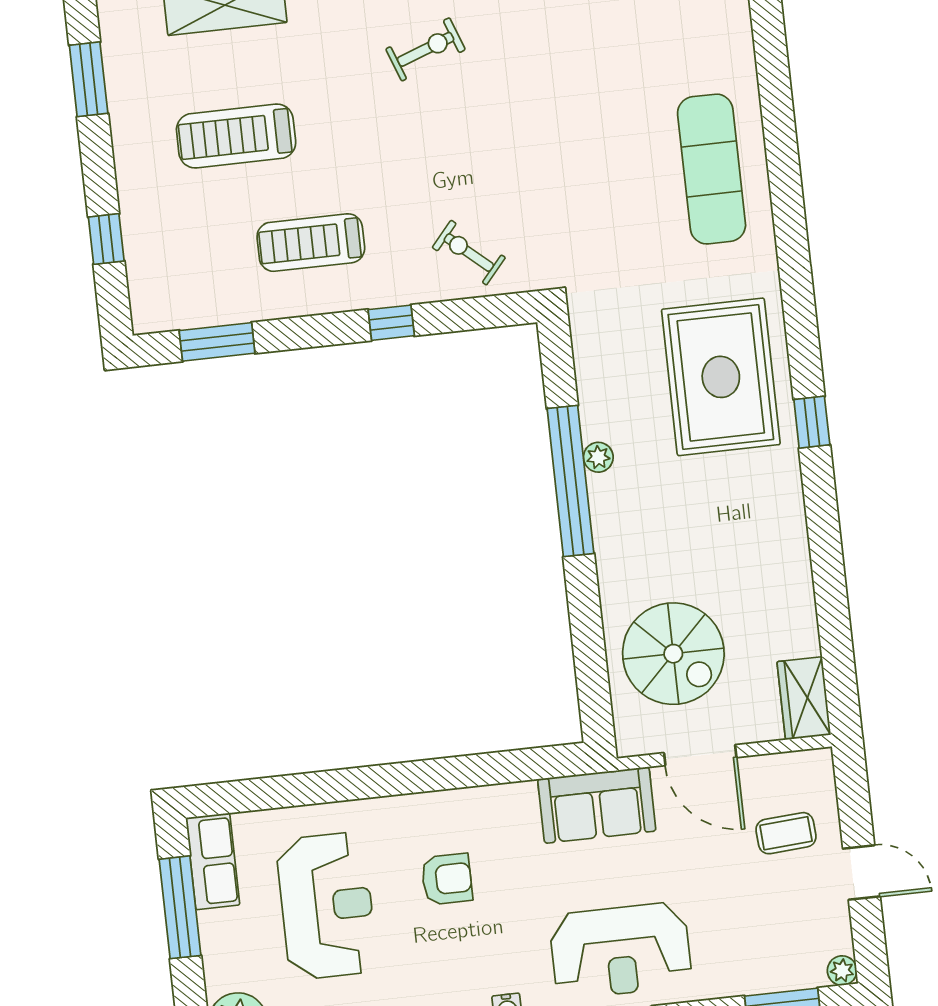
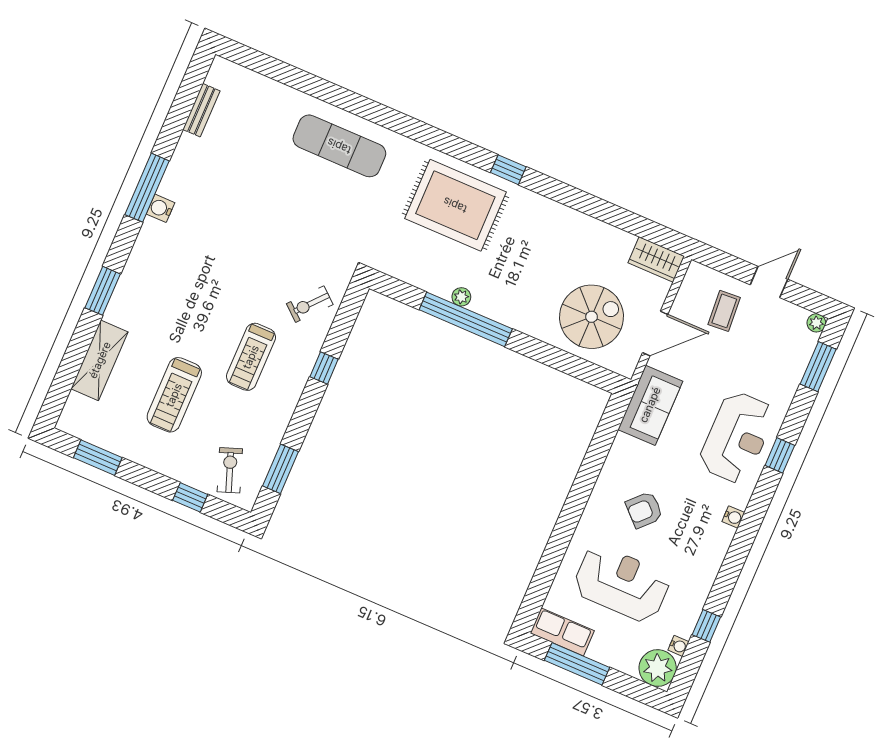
exercise bike: (426, 49) -> (230, 470), moved
treadmill: (311, 243) -> (251, 357), moved
armchair: (447, 879) -> (644, 510), turned -136

